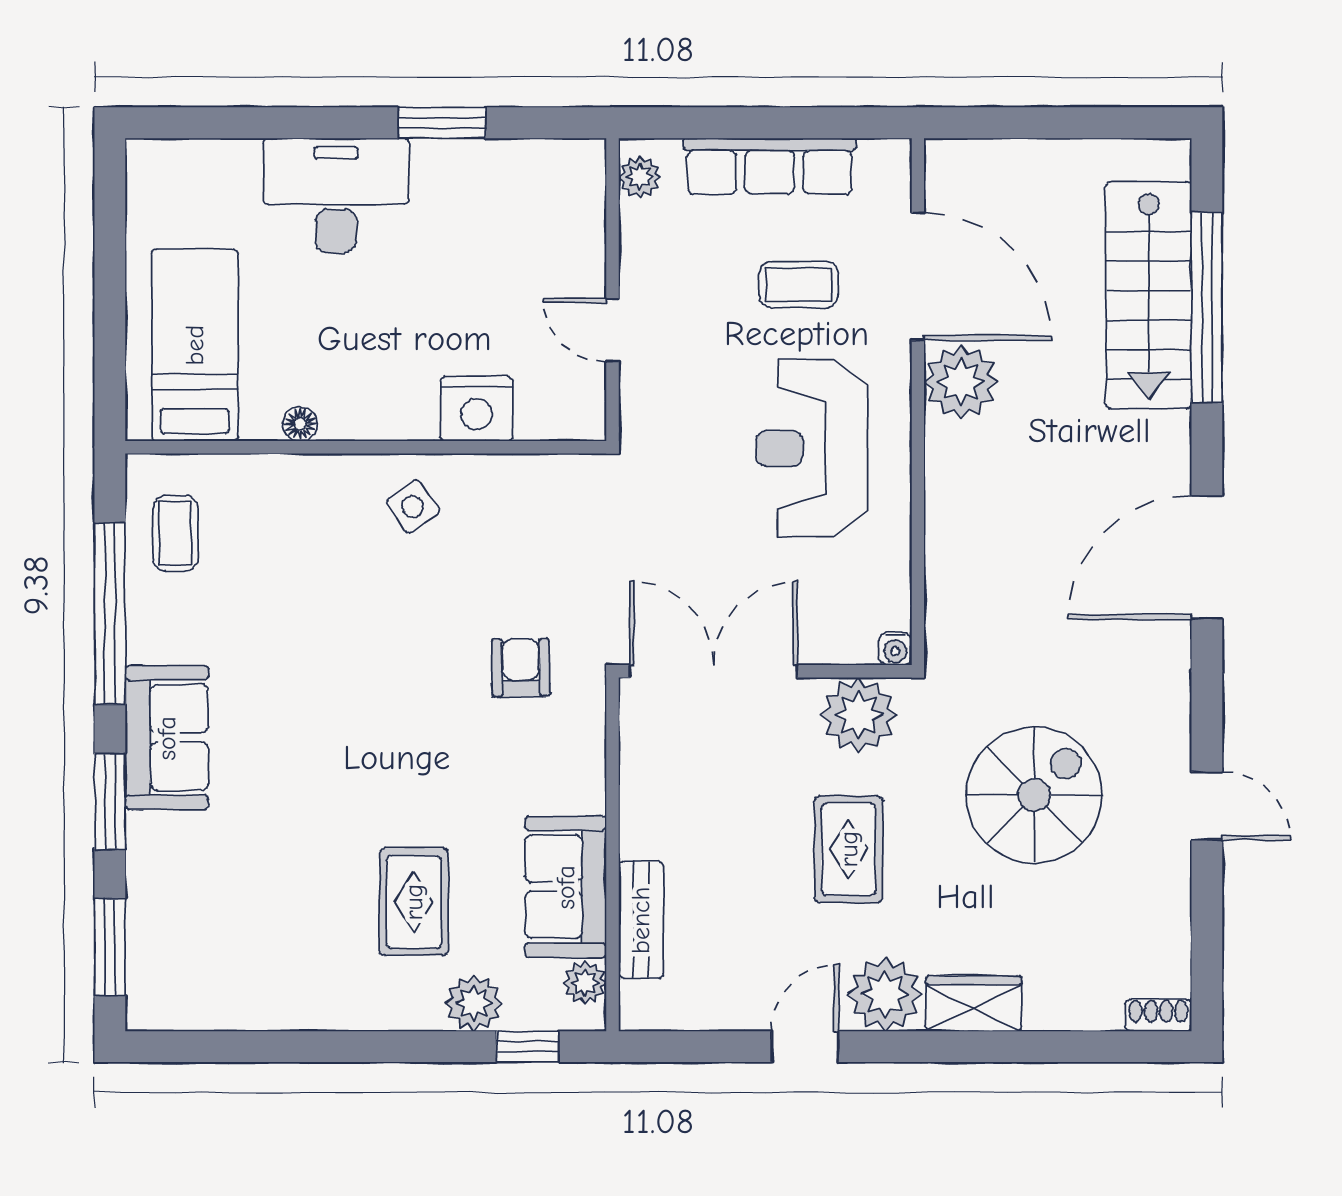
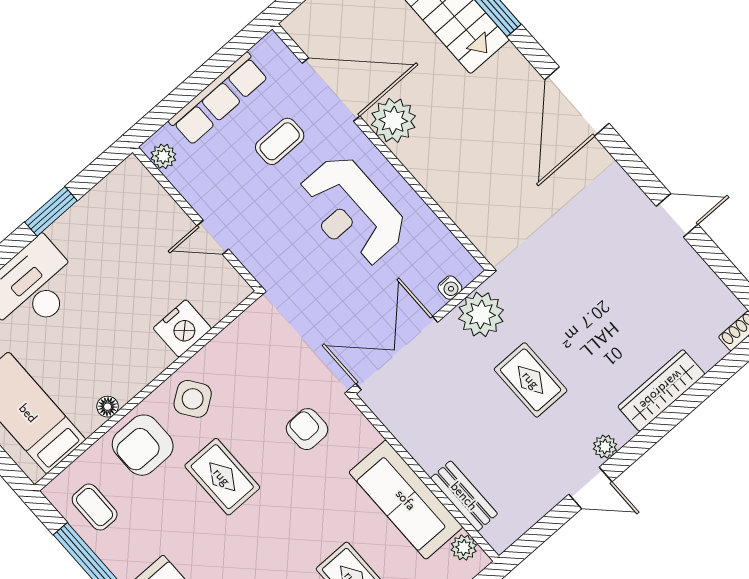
side table: (413, 507) -> (193, 399), width x1.37, depth x1.37
armchair: (302, 509) -> (143, 445), added
rug: (365, 634) -> (222, 477), added
water cooler: (895, 649) -> (450, 288), moved
spiral stairs: (1034, 795) -> (594, 280), removed
sofa: (566, 887) -> (406, 500), width x1.36
plant: (885, 994) -> (605, 447), width x0.53, depth x0.53
wardrobe: (974, 1004) -> (661, 390), width x1.50
door: (805, 1047) -> (590, 488), swing flipped

